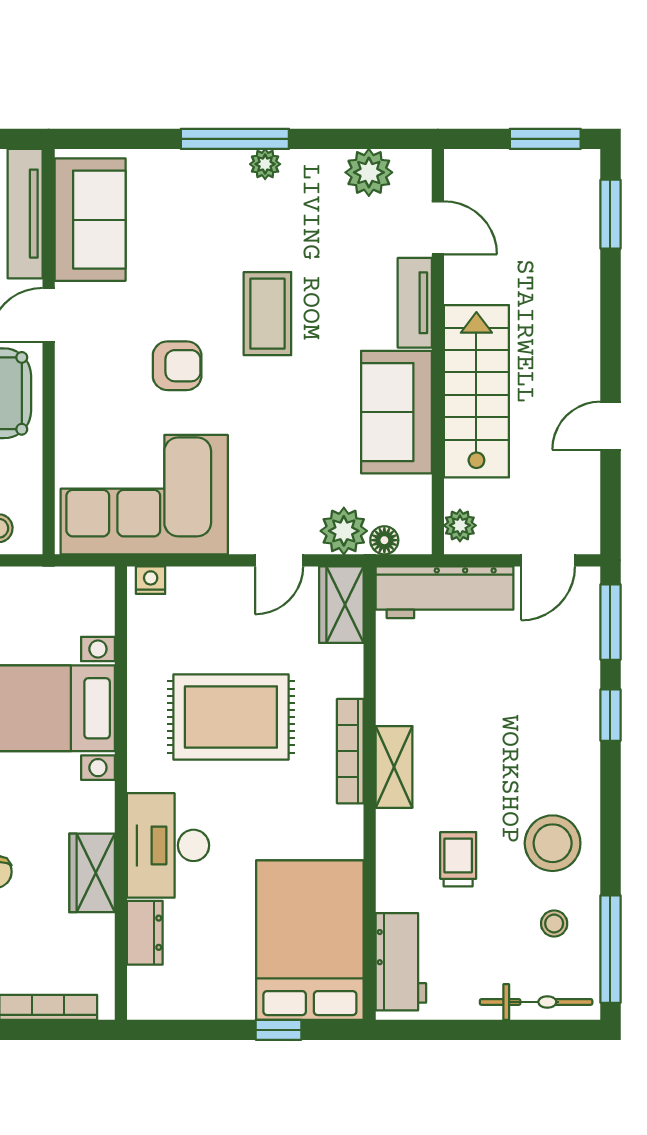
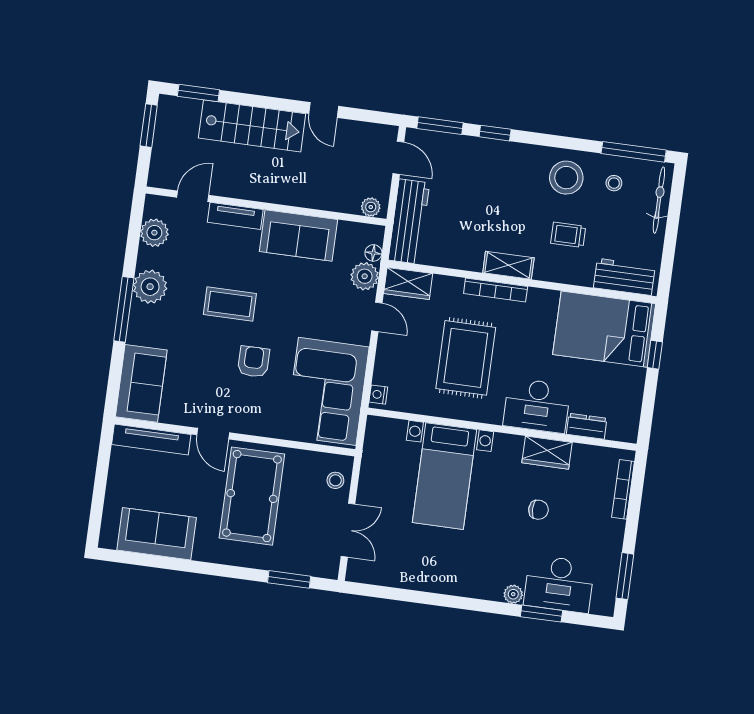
plant: (265, 164) -> (150, 287), width x1.87, depth x1.87
sofa: (90, 220) -> (141, 383), moved, turned 90
stairs: (476, 391) -> (252, 126), moved, turned 180

